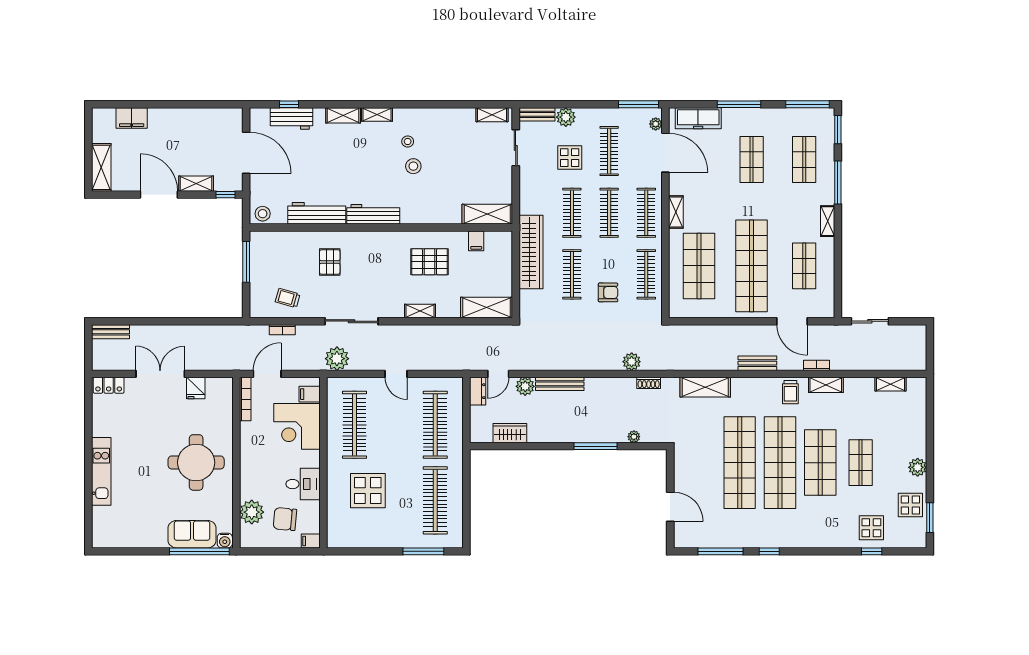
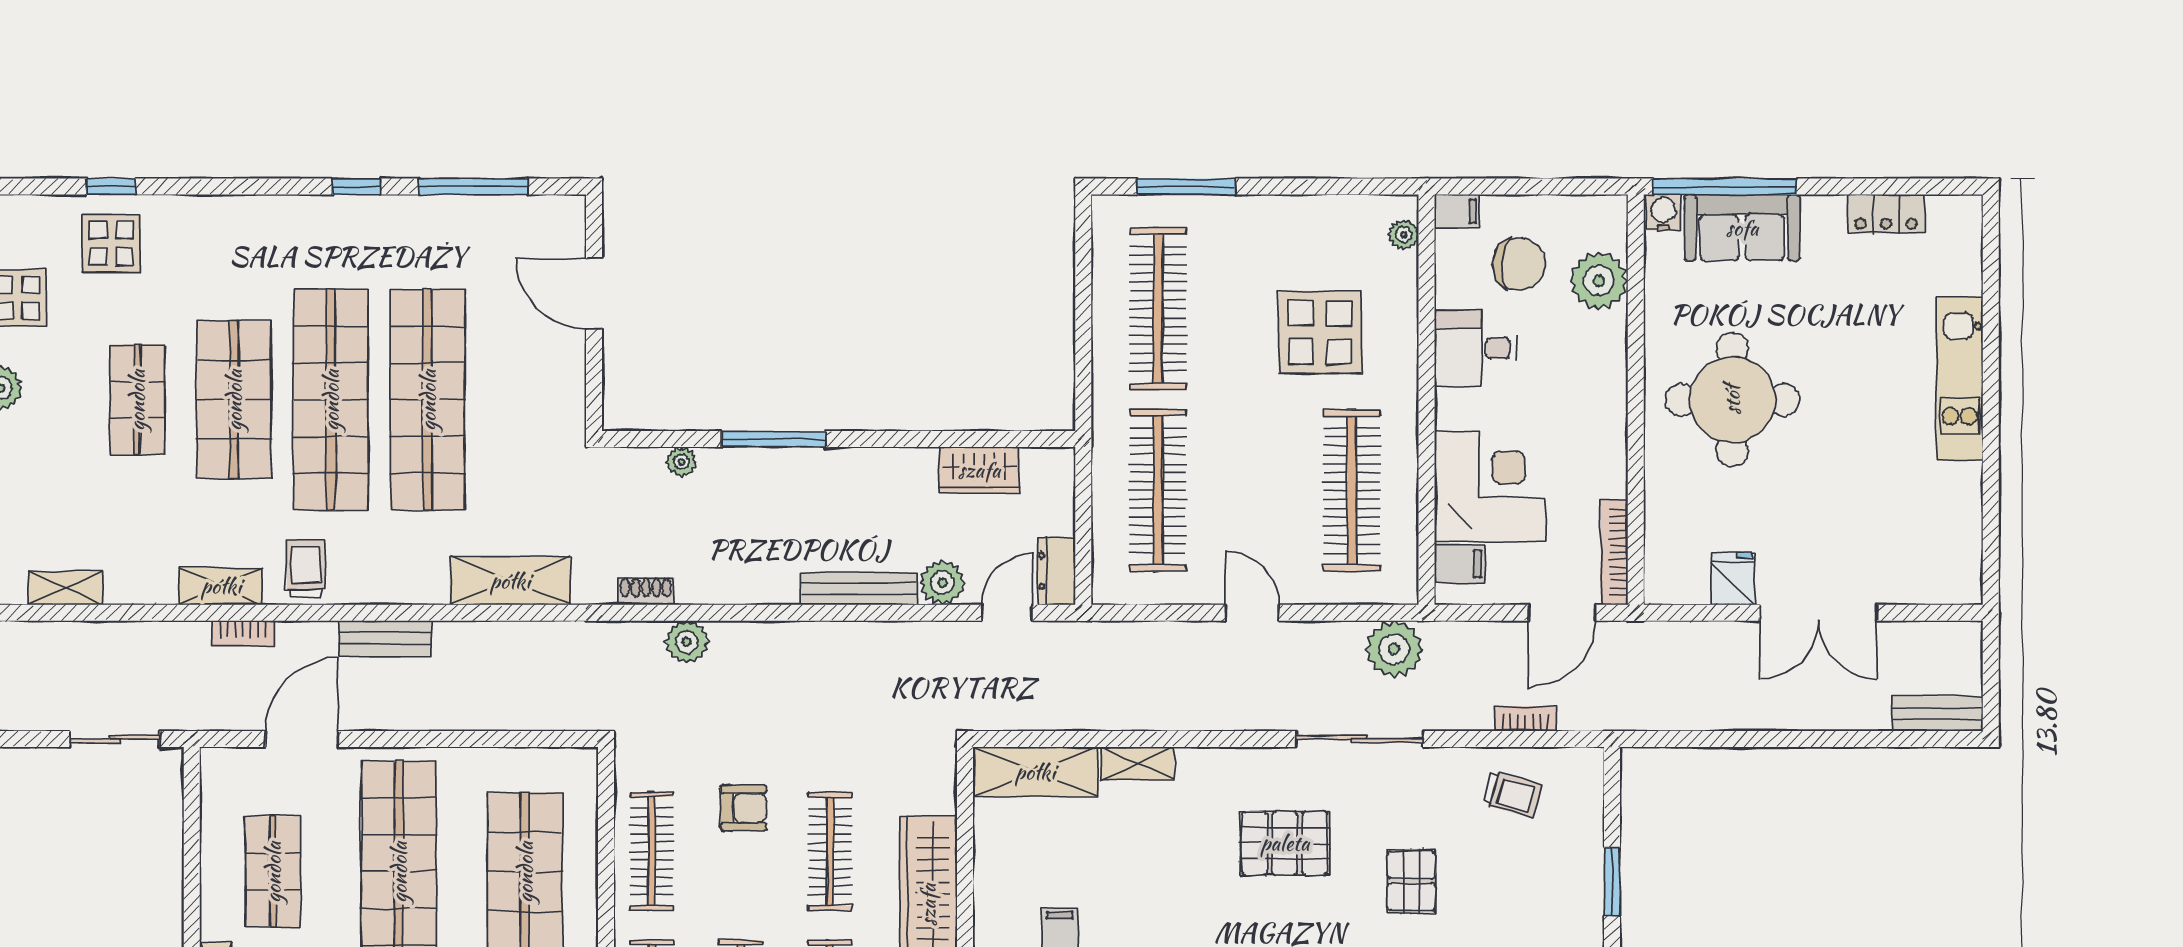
window: (246, 262) -> (1612, 881), width x0.69
pallet: (429, 262) -> (1285, 843), moved
armchair: (608, 292) -> (743, 808), turned 180
shelving: (420, 311) -> (1137, 763), moved
door: (792, 321) -> (302, 739), hinge flipped
locker: (109, 385) -> (1886, 214), moved, turned 180
plant: (333, 531) -> (1404, 235), added

